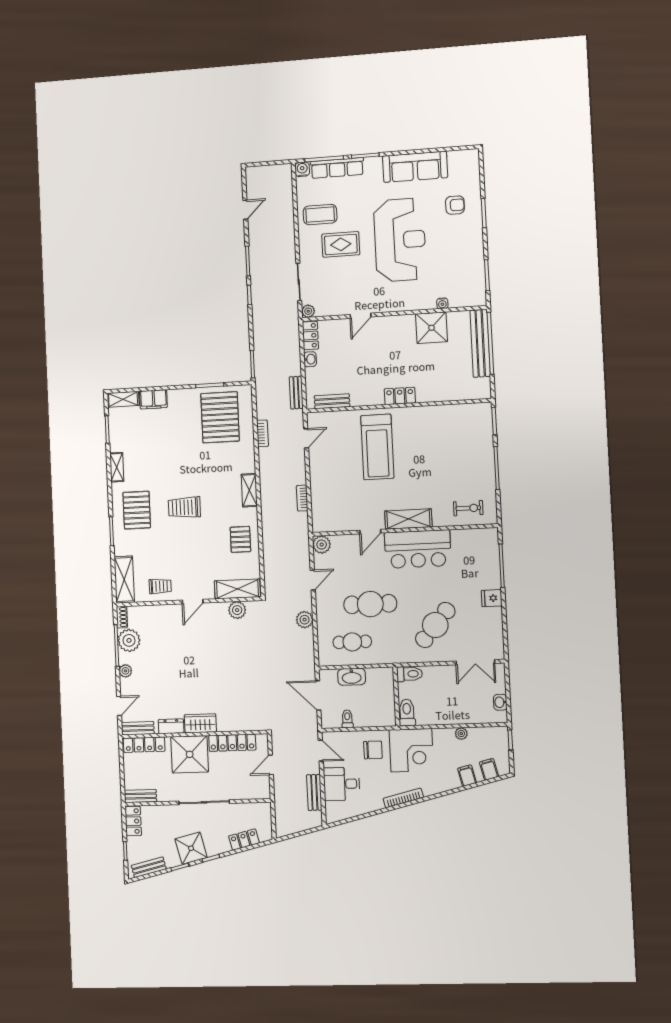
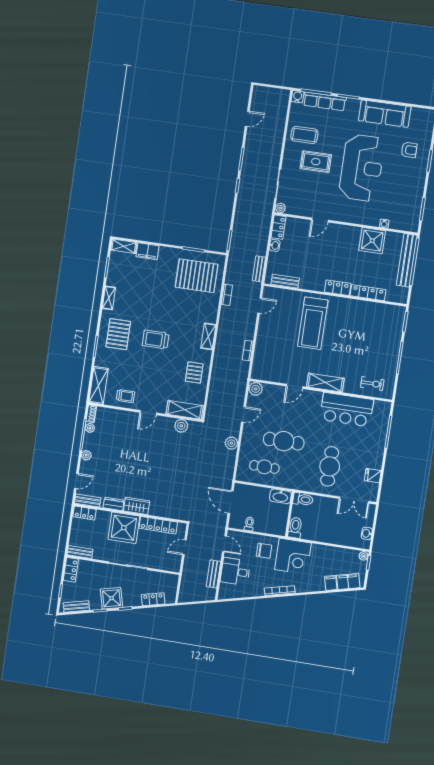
locker: (439, 394) -> (368, 293), added
pallet: (220, 417) -> (197, 276), turned 90
bar counter: (418, 549) -> (347, 410), moved
fridge: (492, 598) -> (373, 476), moved
cafe table: (435, 625) -> (330, 466), turned -40
plant: (129, 640) -> (90, 428), width x0.53, depth x0.53
washbasin: (352, 677) -> (280, 496), moved
plant: (461, 734) -> (364, 556), moved
locker: (144, 745) -> (85, 513), width x0.66
filing cabinet: (489, 769) -> (348, 581), width x2.00

